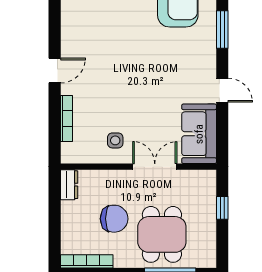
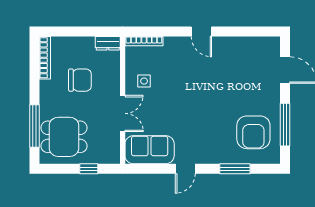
bookcase: (66, 118) -> (144, 41), moved
chair: (114, 219) -> (80, 80), turned -90
dining table: (162, 234) -> (64, 137), moved

